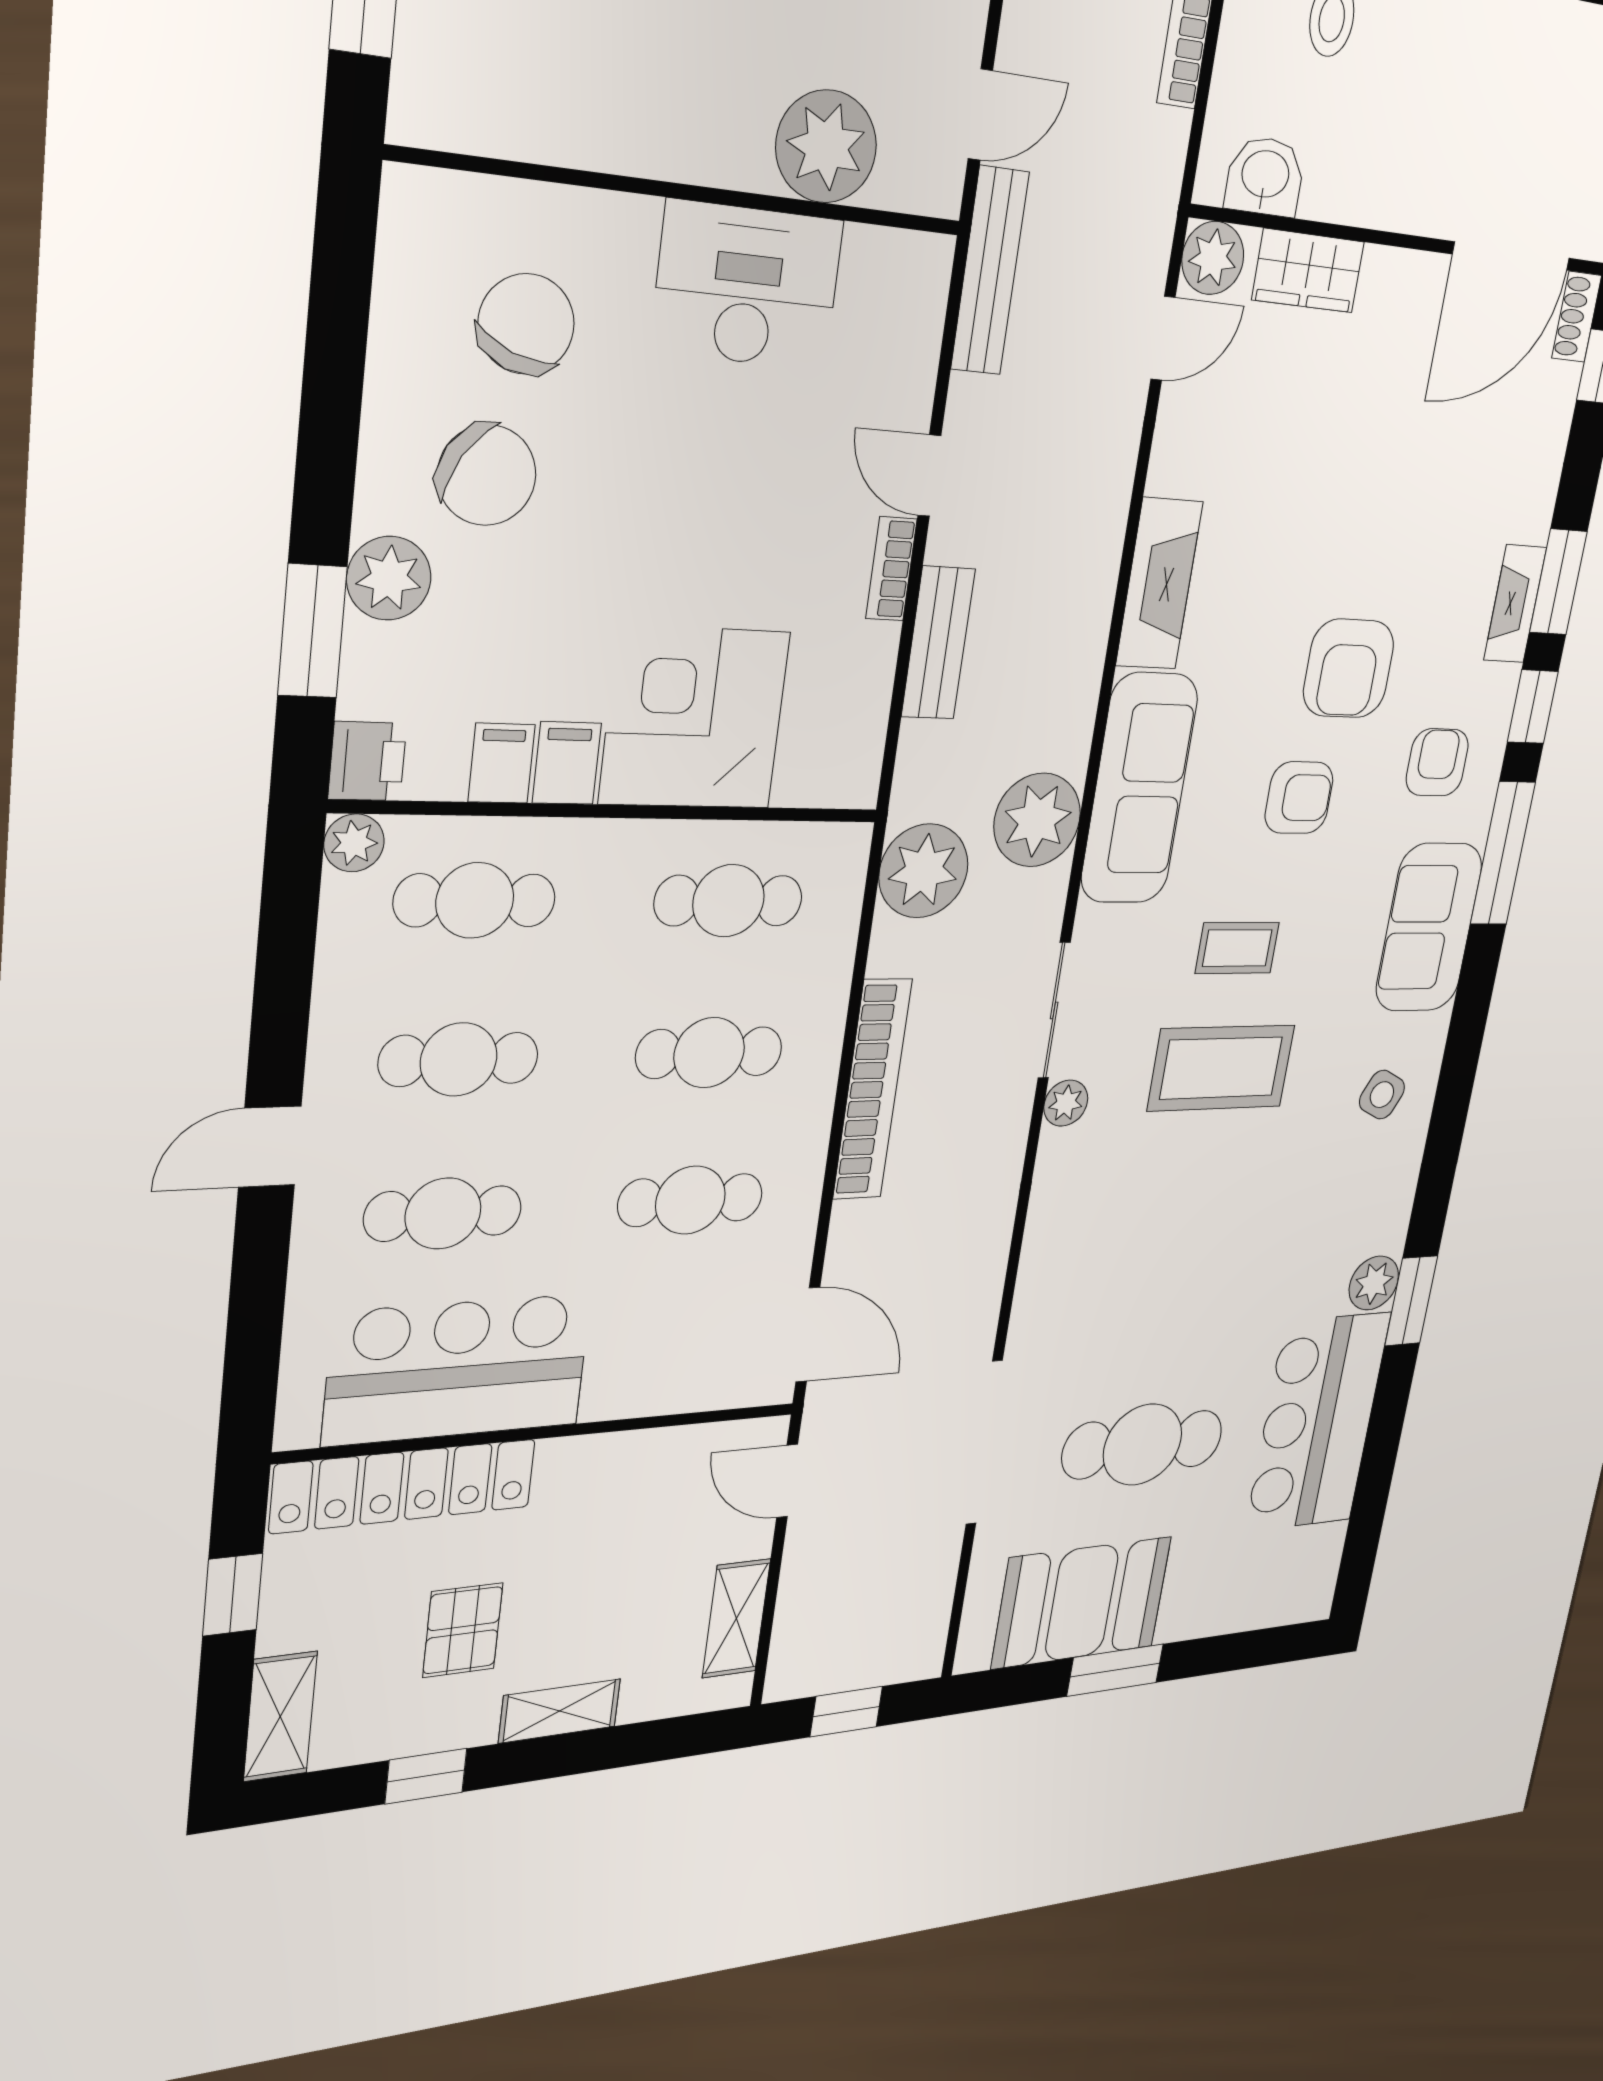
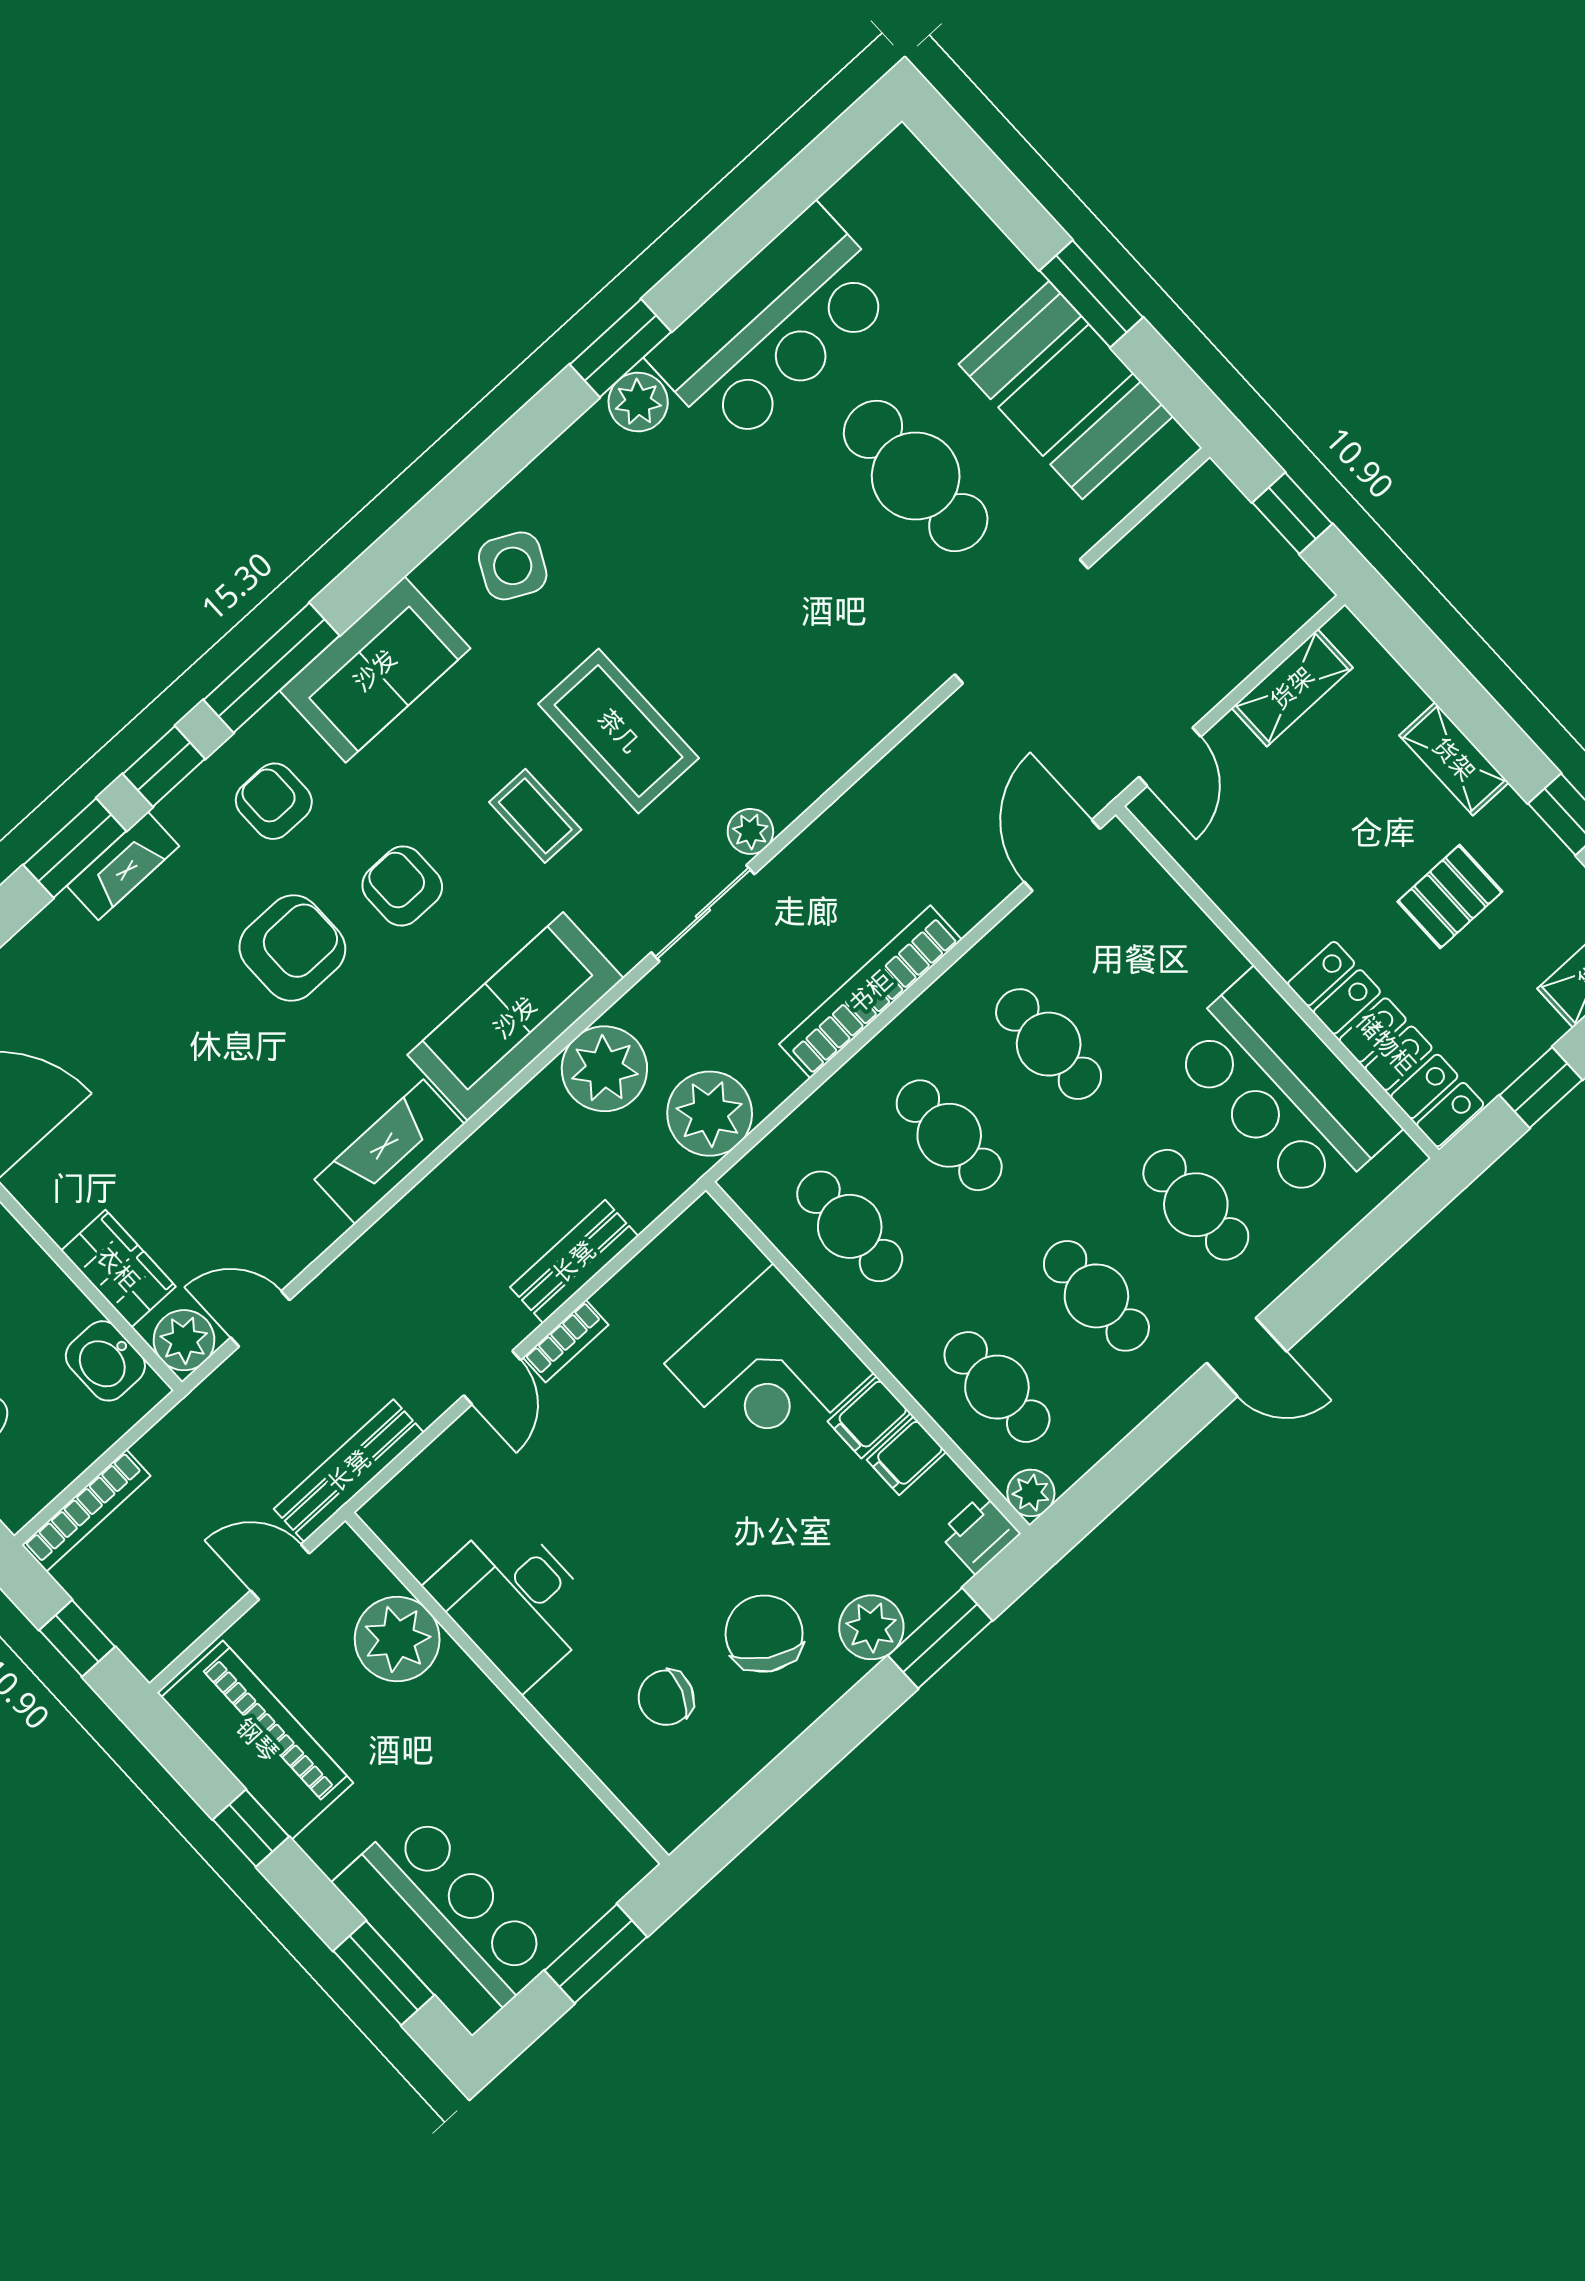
chair: (526, 324) -> (666, 1698), width x0.73, depth x0.73
armchair: (1437, 762) -> (274, 801), turned 90
side table: (1382, 1095) -> (513, 566), width x1.37, depth x1.37

